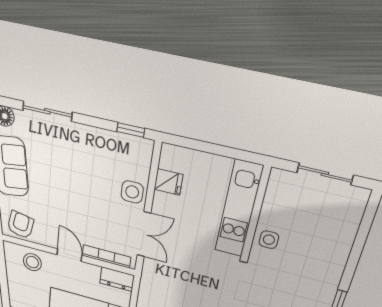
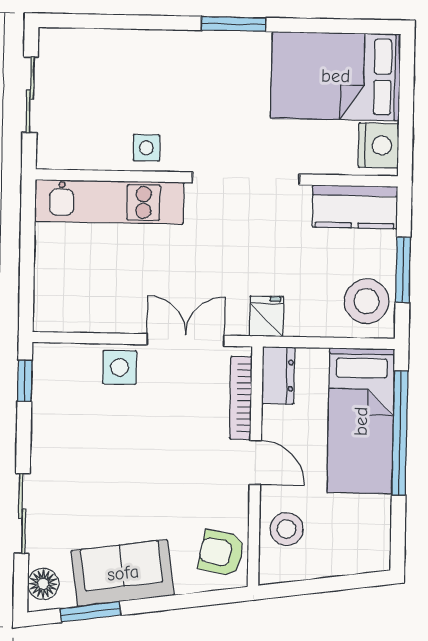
fridge: (169, 182) -> (266, 316), moved
door: (69, 255) -> (255, 462), swing flipped

